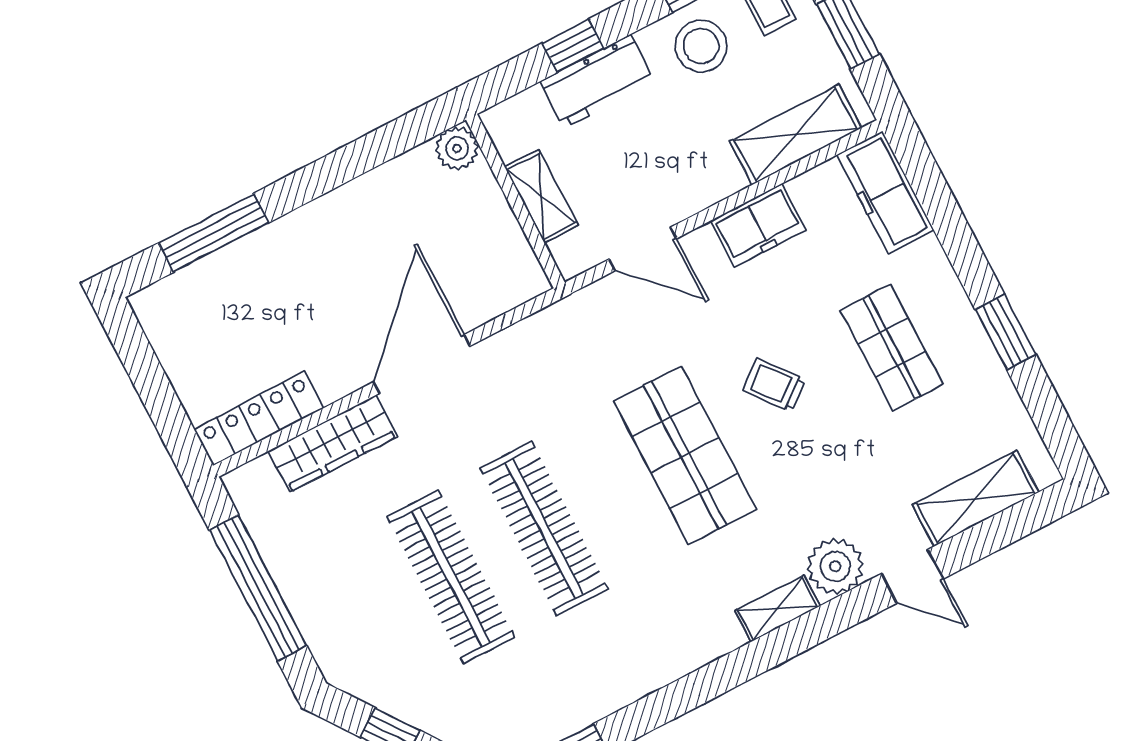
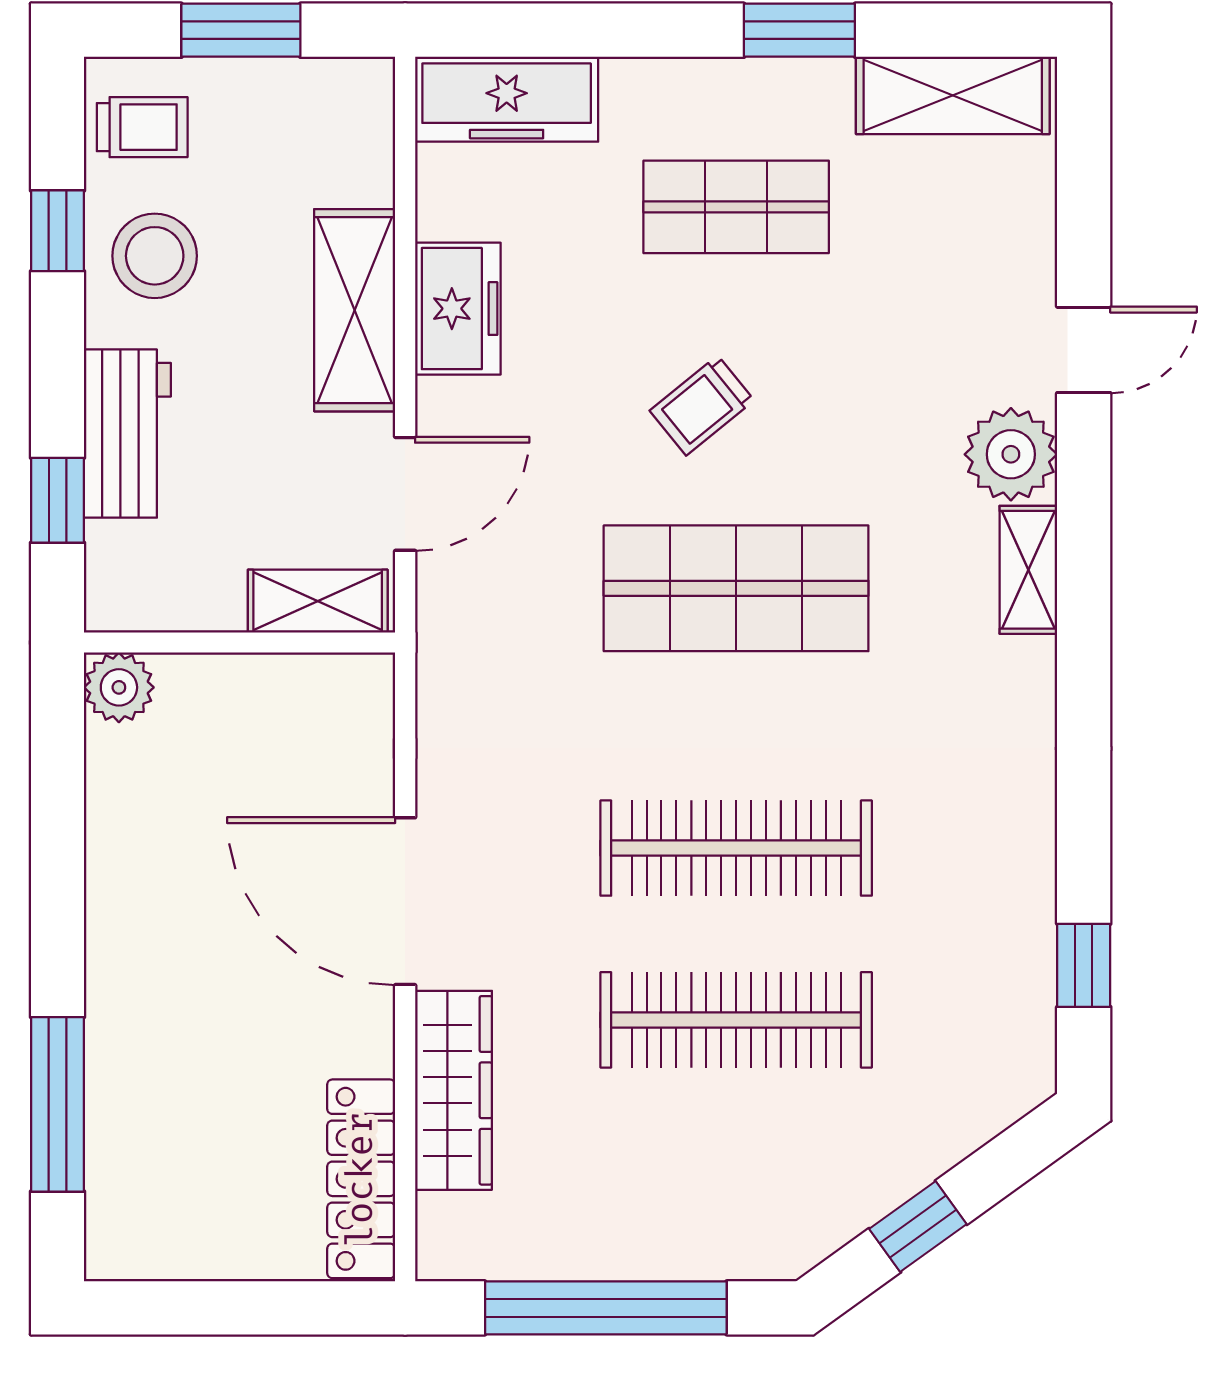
window: (573, 46) -> (58, 500), moved
shelving: (796, 135) -> (355, 310), moved
shelving: (541, 196) -> (318, 601), moved
shelving: (976, 498) -> (953, 95), moved, turned 90

